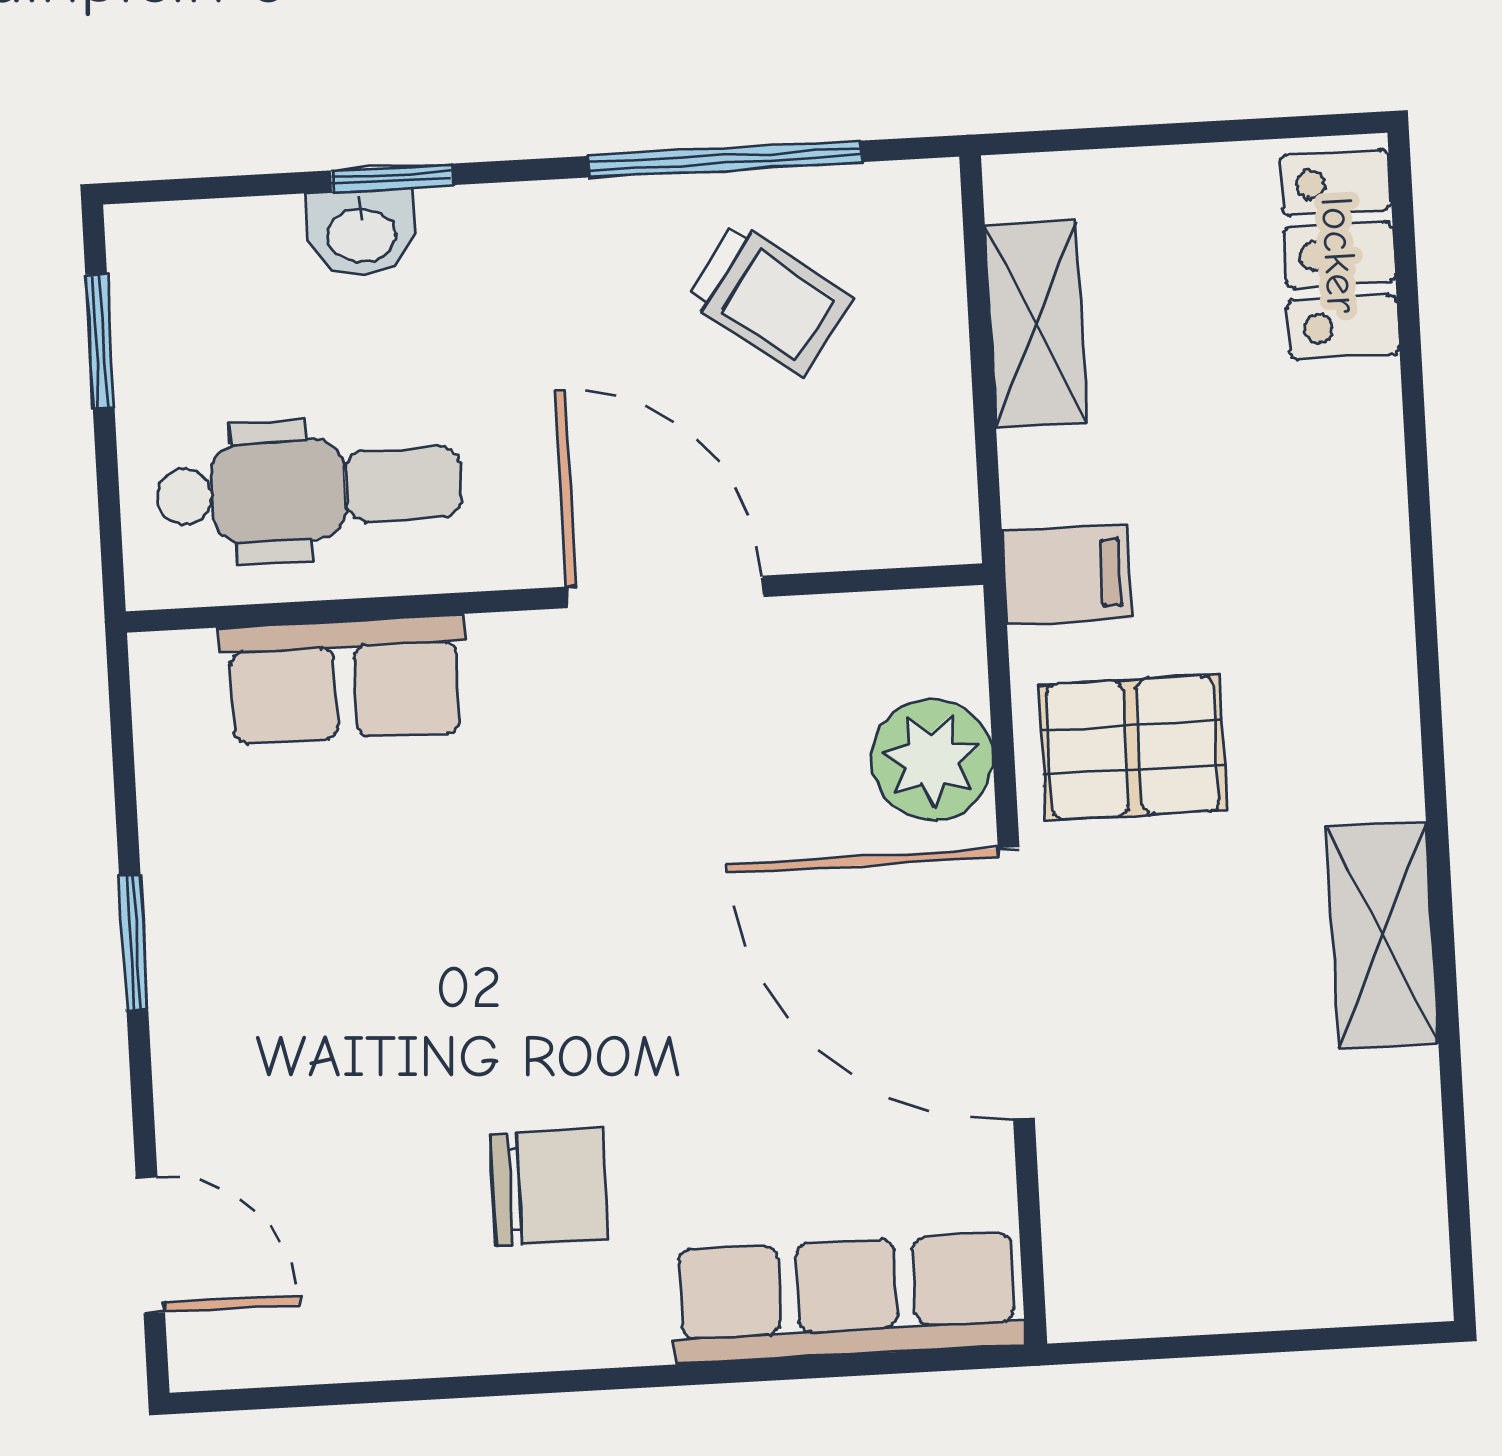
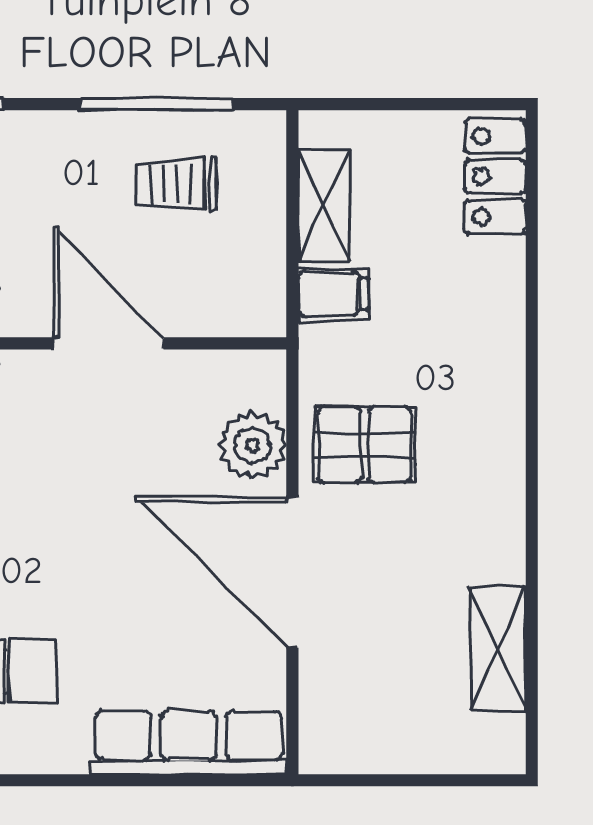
trolley: (770, 299) -> (176, 184), turned 144
filing cabinet: (1067, 575) -> (333, 294), moved
shelving: (1382, 935) -> (498, 649), moved

